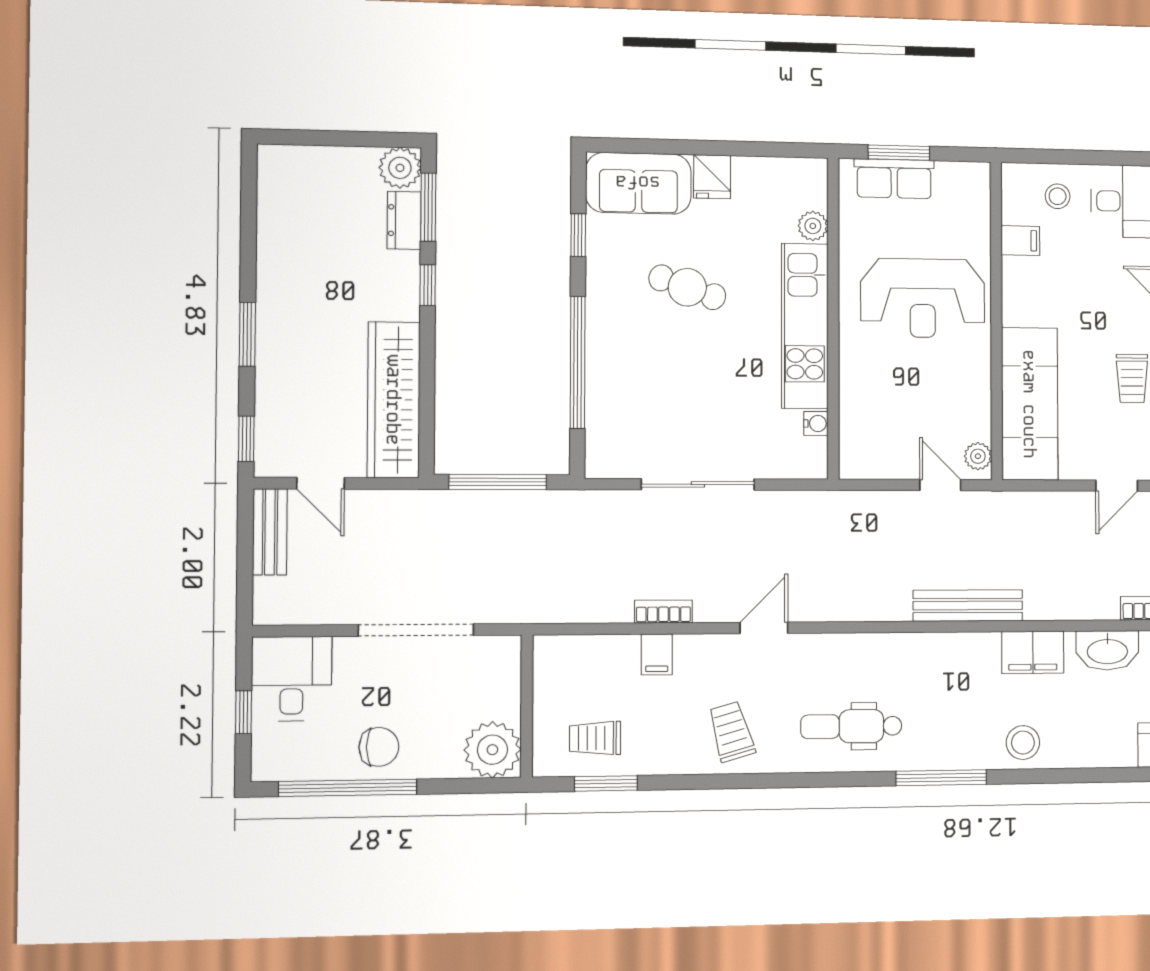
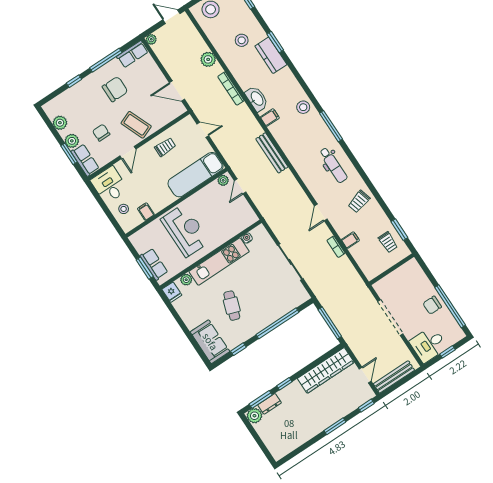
fridge: (712, 177) -> (172, 292), moved, turned 90
bench: (270, 532) -> (394, 377), width x1.36
door: (764, 628) -> (321, 212), hinge flipped
filing cabinet: (1033, 652) -> (270, 118), width x0.50
chair: (379, 747) -> (432, 305), turned -90
plant: (492, 750) -> (411, 271), removed

